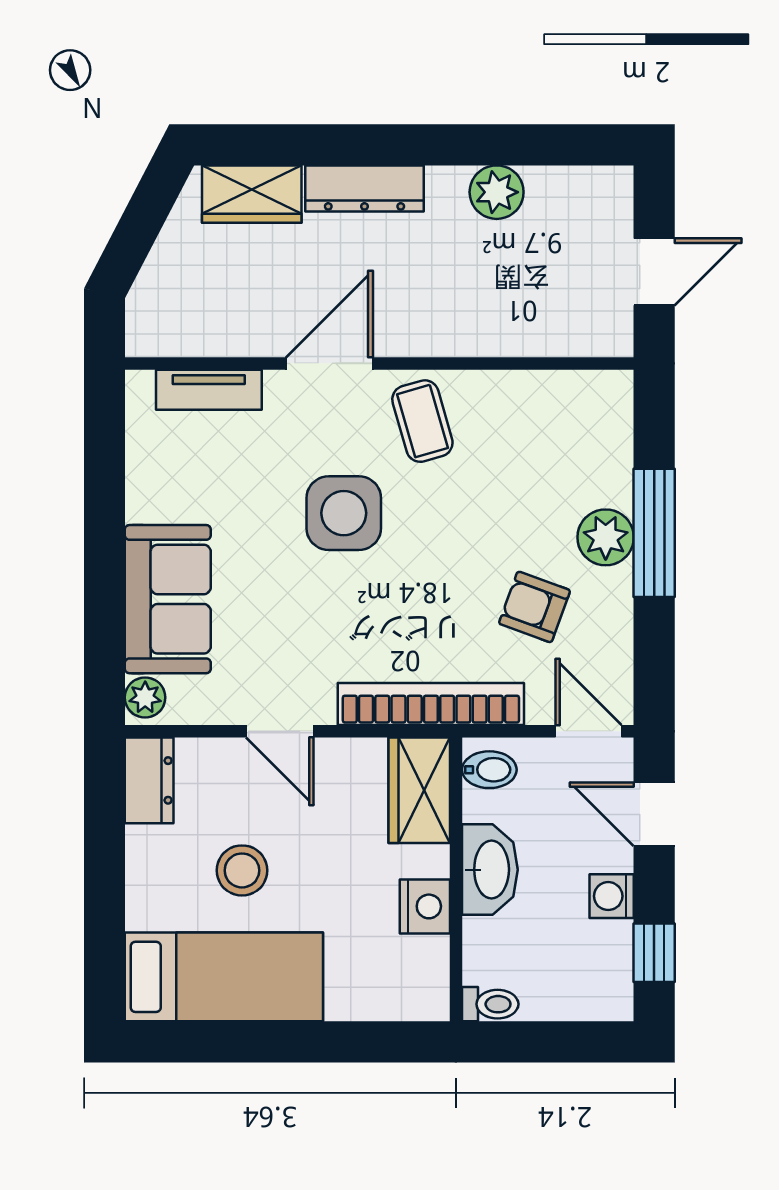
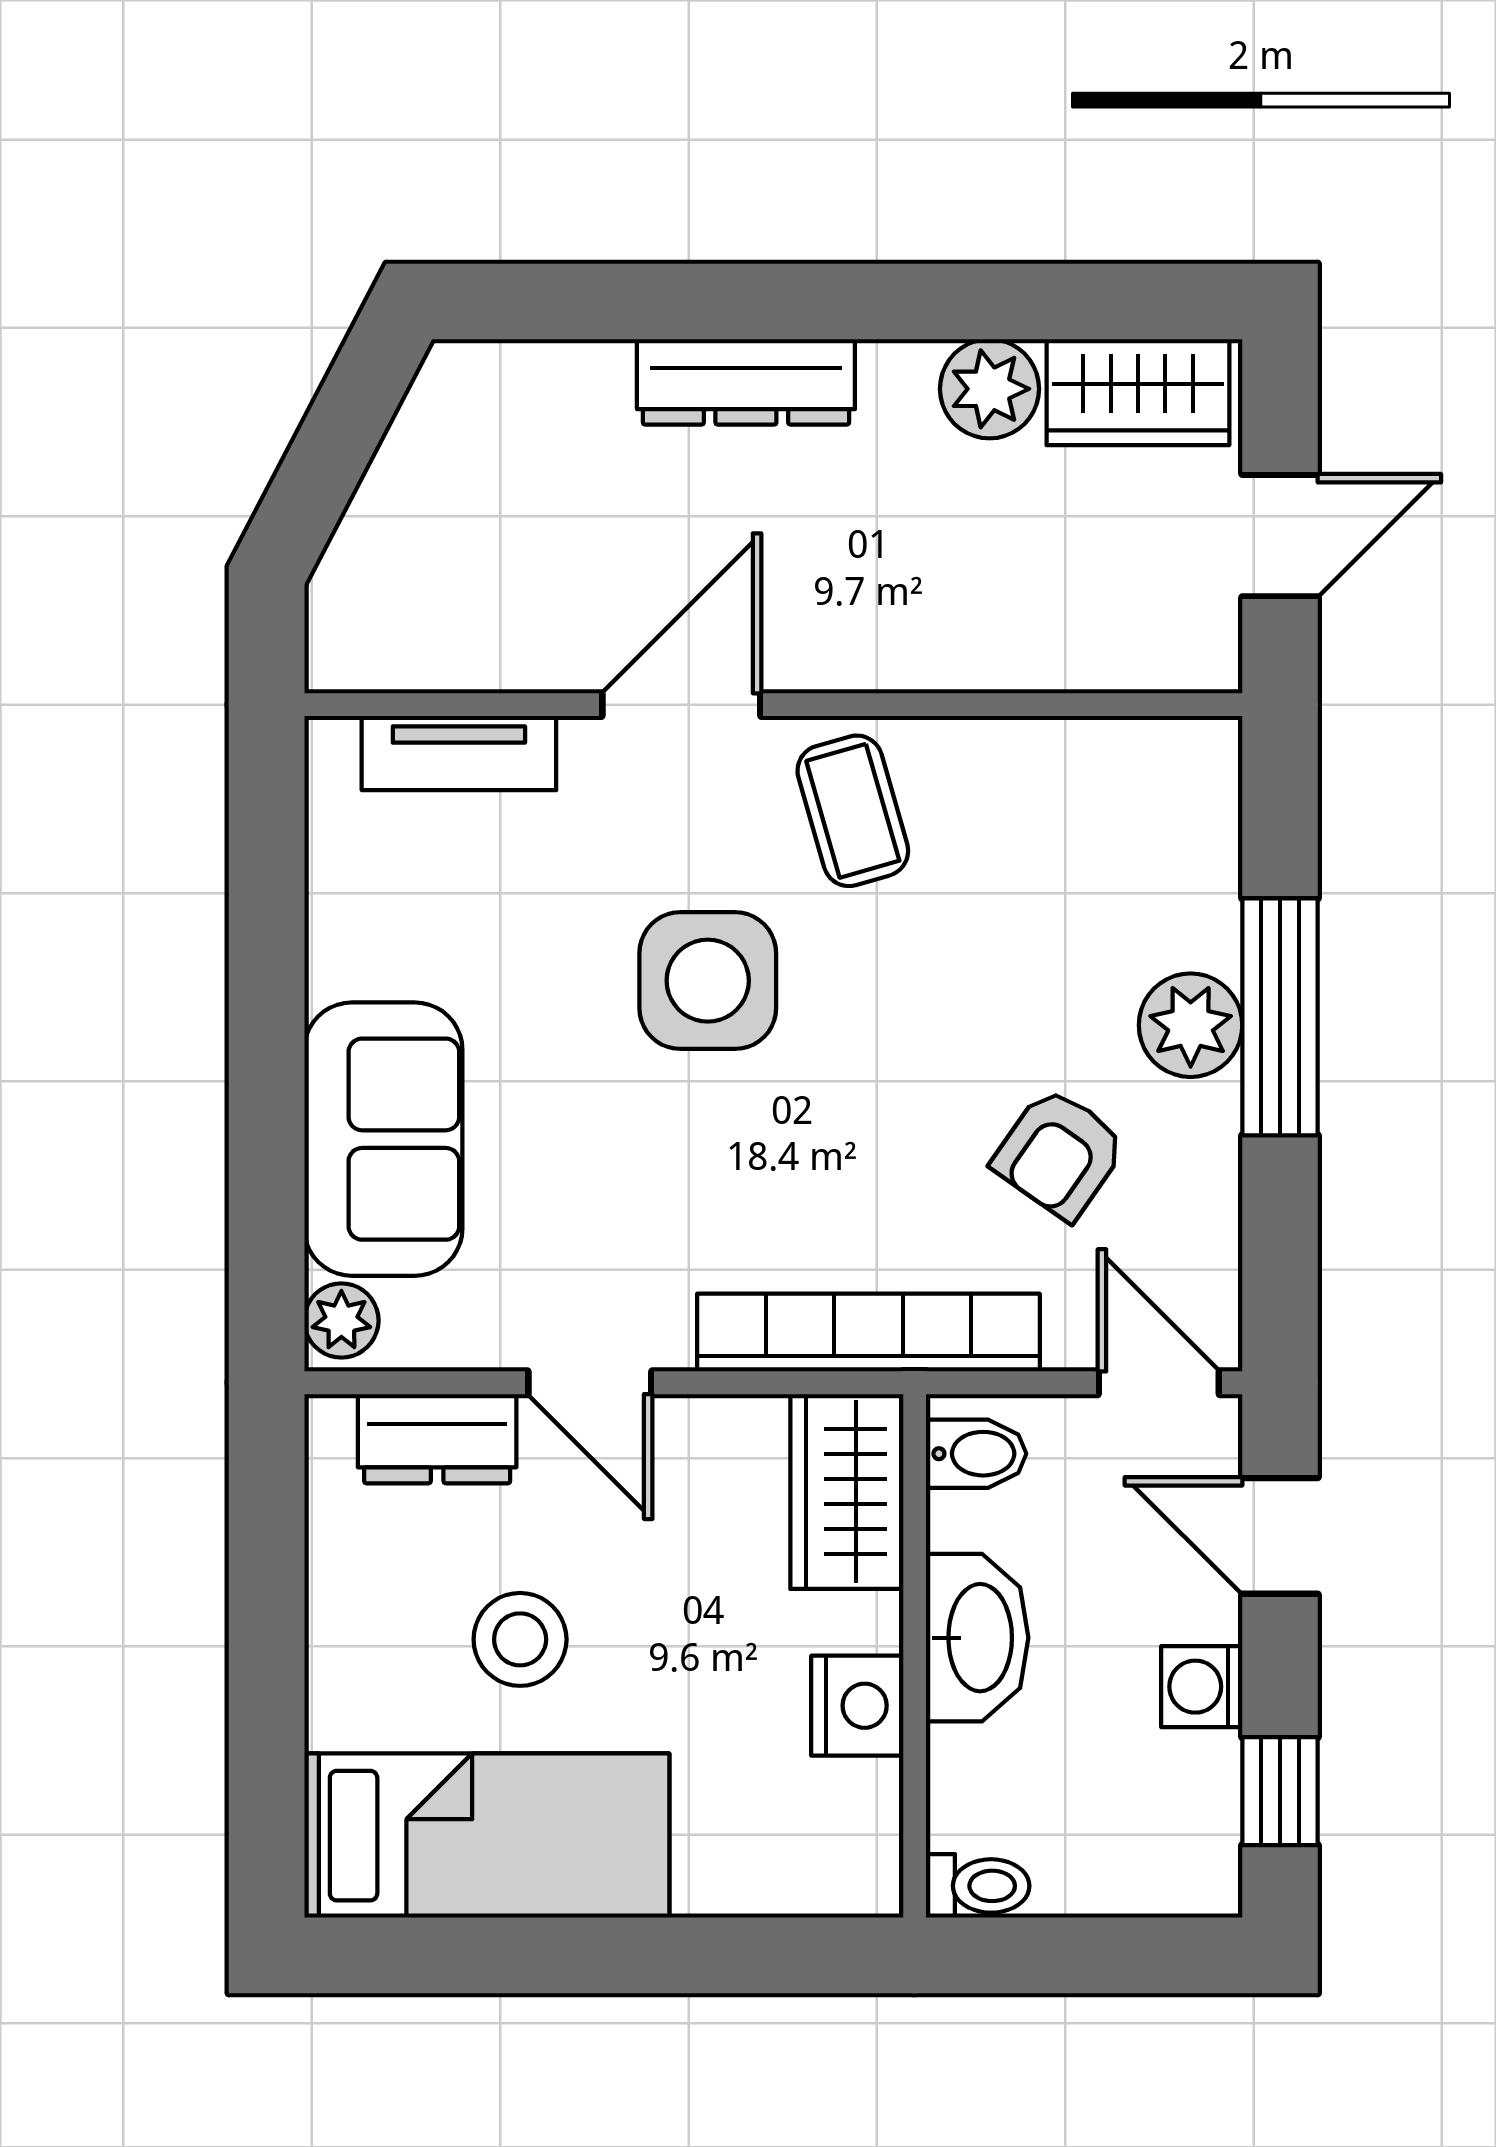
wardrobe: (252, 194) -> (1138, 392), moved
armchair: (534, 607) -> (1059, 1153), turned -75
dresser: (149, 780) -> (437, 1439), moved, turned 90

